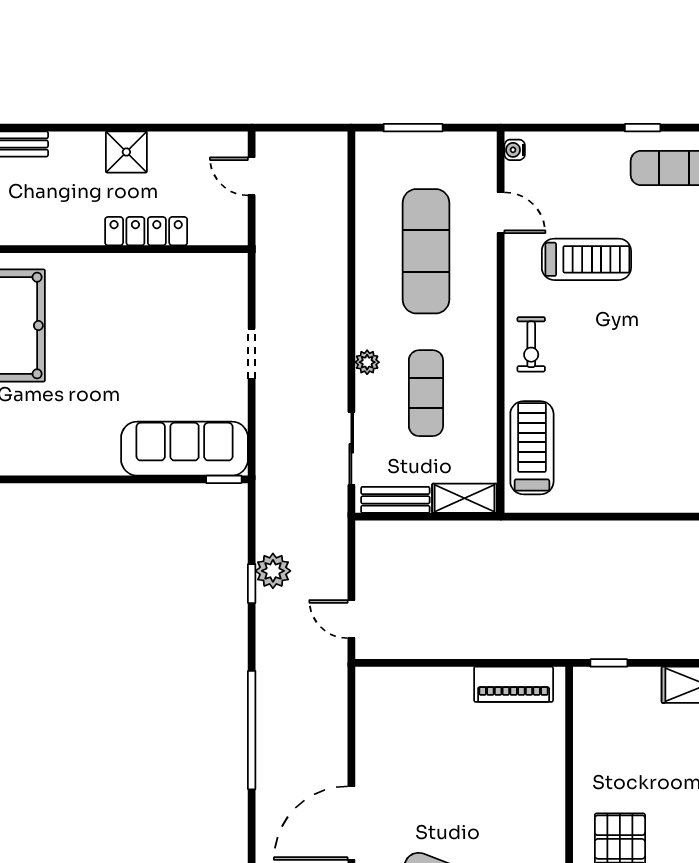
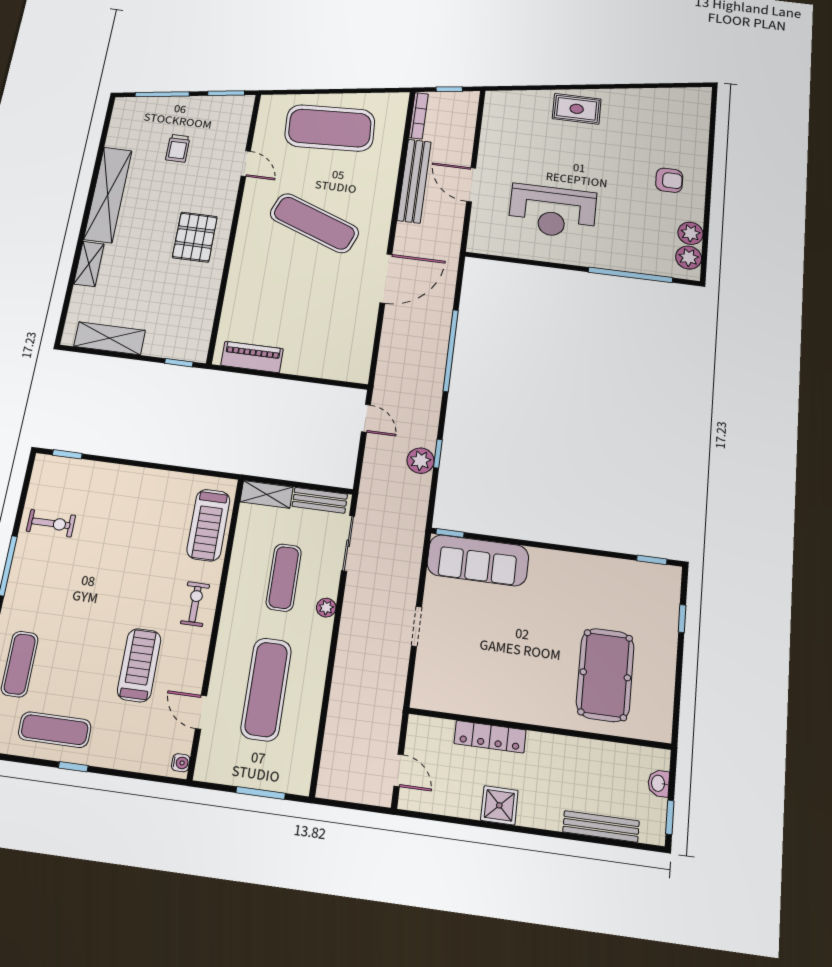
treadmill: (586, 259) -> (139, 665), turned 90

